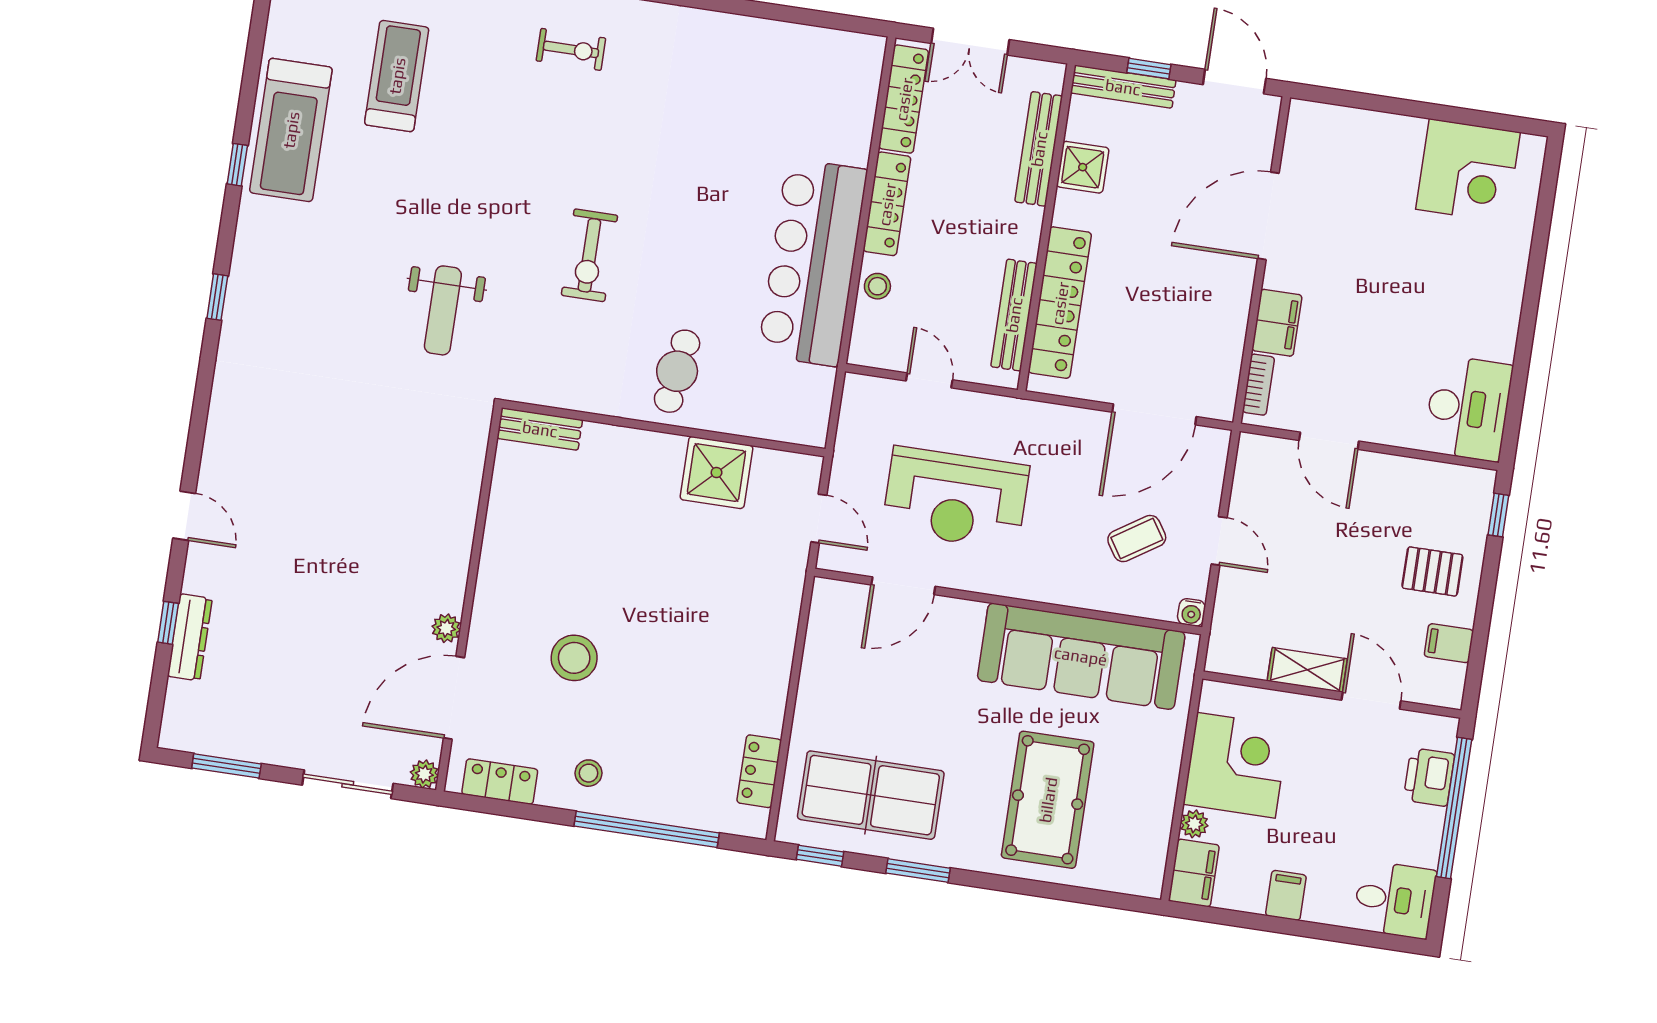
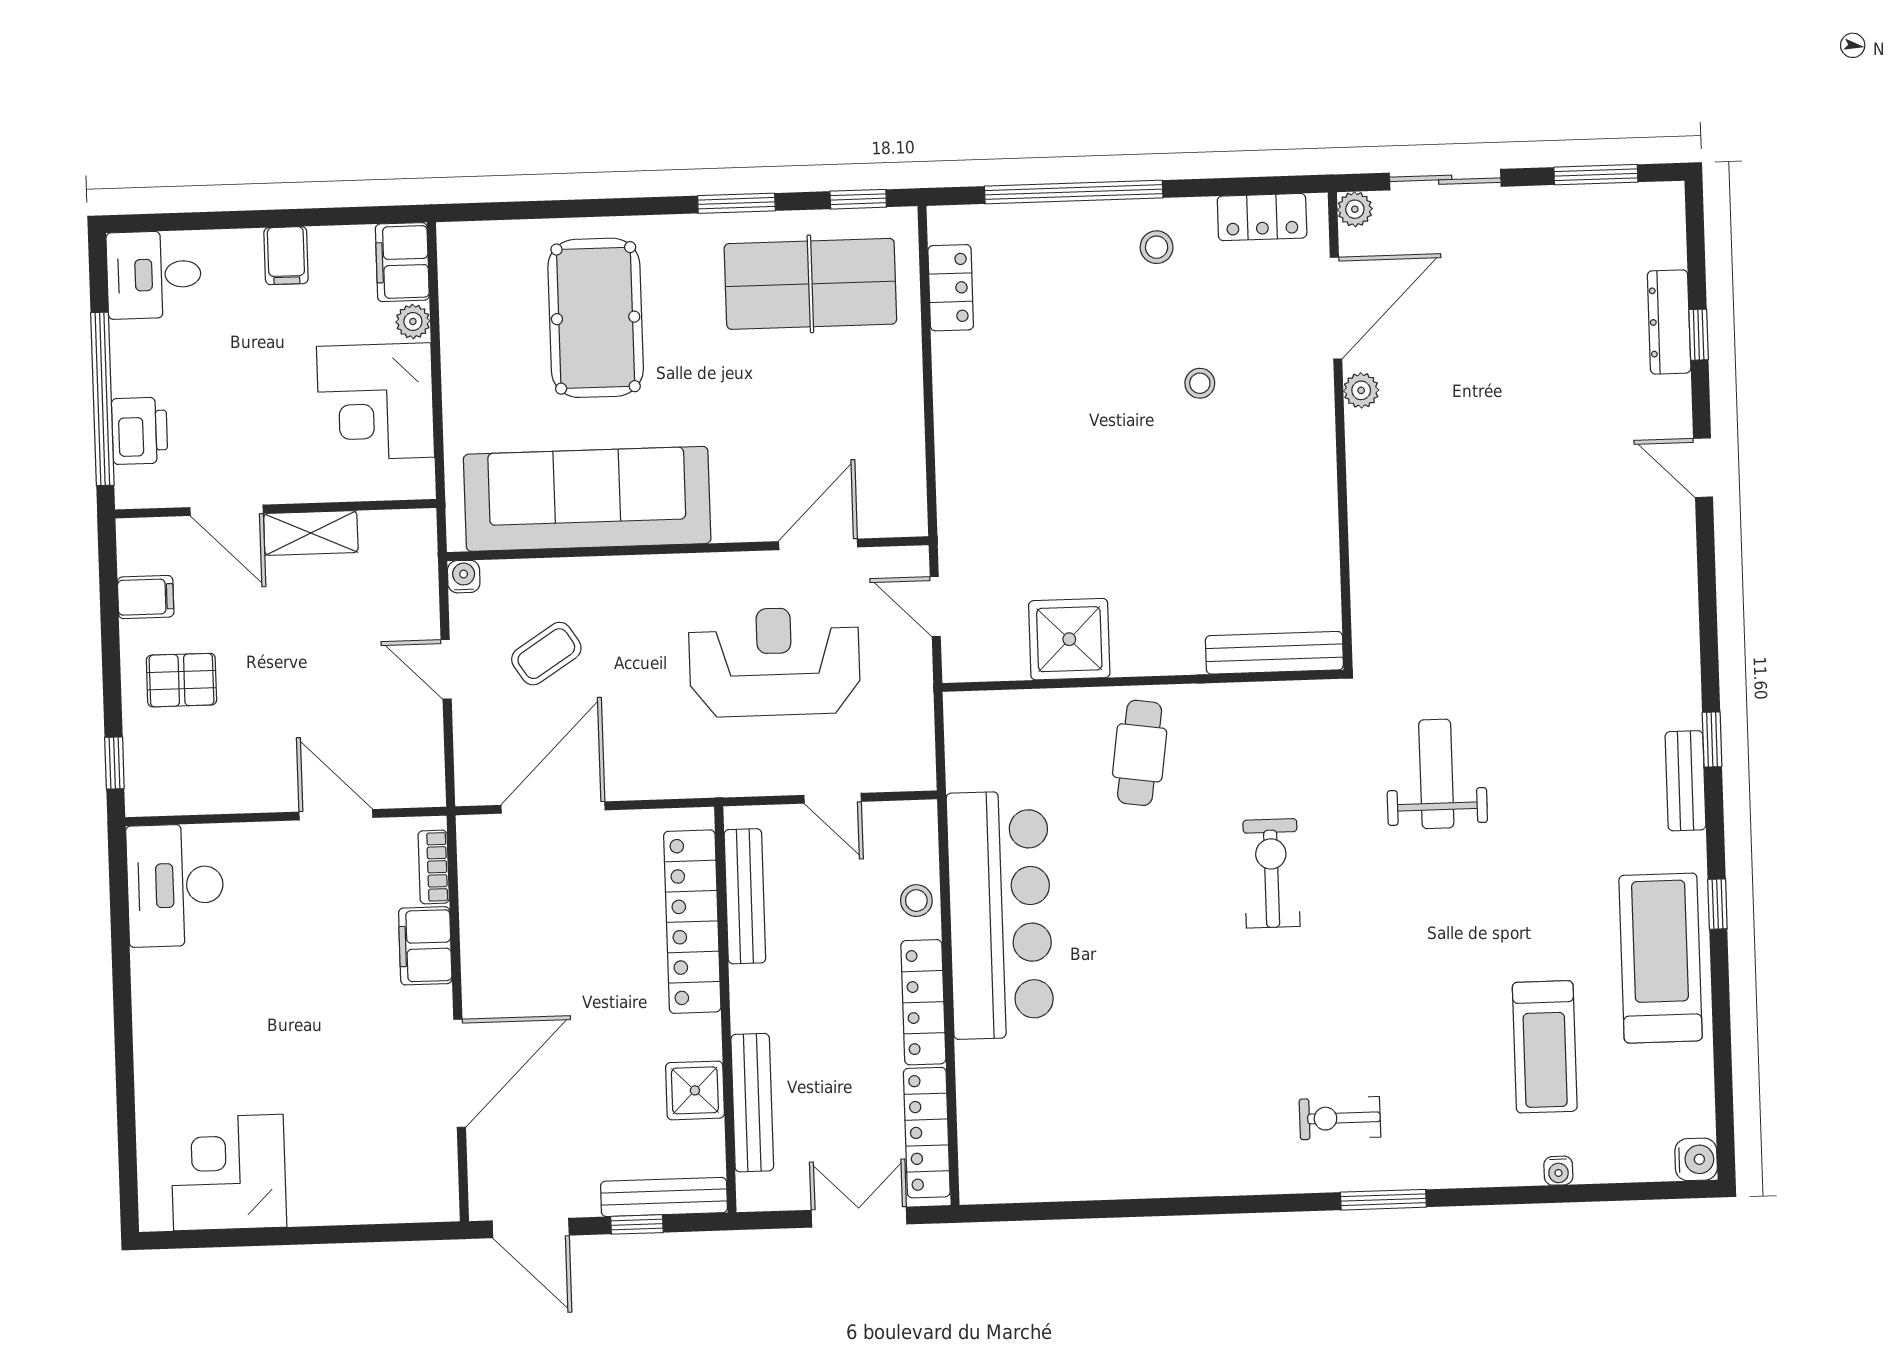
bench: (245, 268) -> (1686, 781), added
bench: (540, 429) -> (1274, 653), width x1.36
stool: (574, 658) -> (1200, 383), width x0.53, depth x0.53

